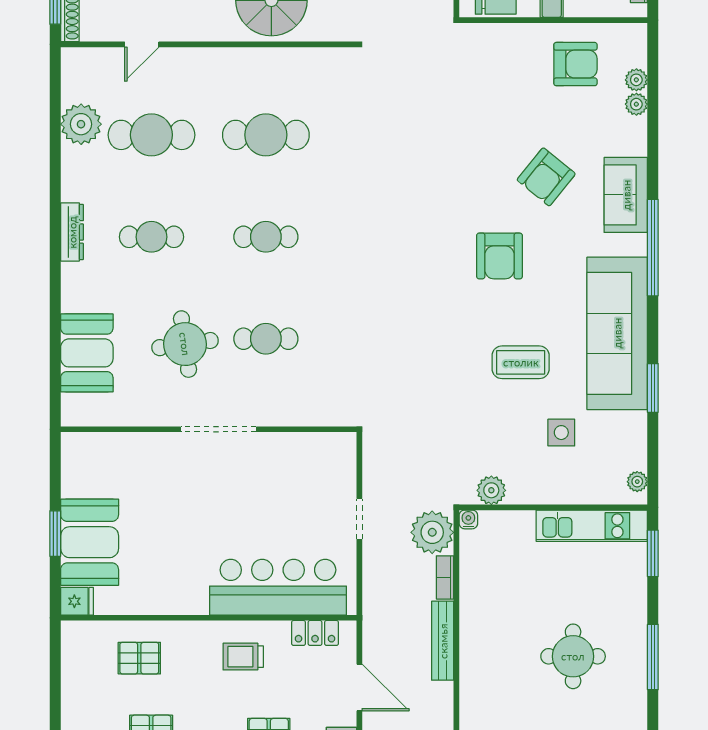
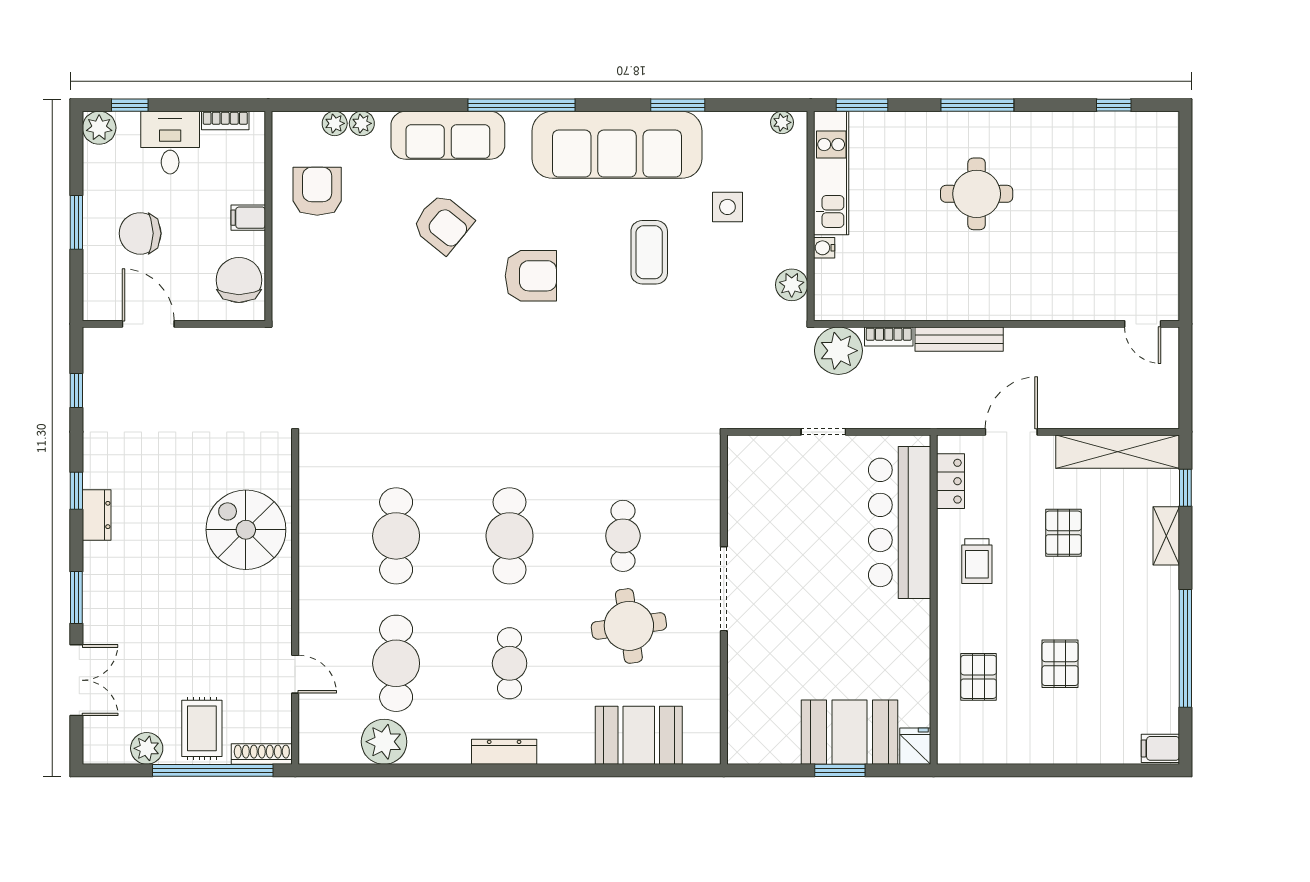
sofa: (626, 195) -> (448, 135), width x1.36
cafe table: (266, 237) -> (510, 536), width x1.37, depth x1.35
water cooler: (468, 519) -> (824, 248), moved

